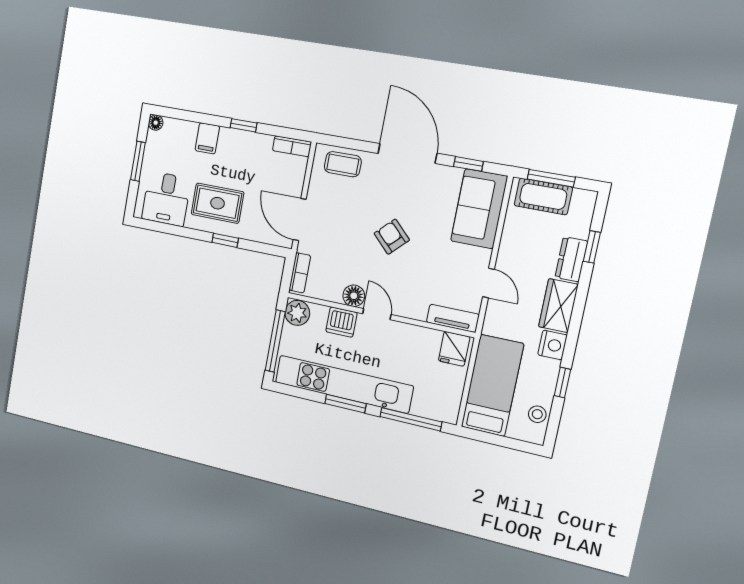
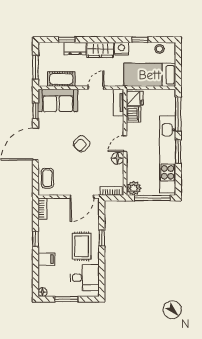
cot: (543, 196) -> (61, 79), moved, turned 90
dishwasher: (341, 322) -> (134, 114), moved

